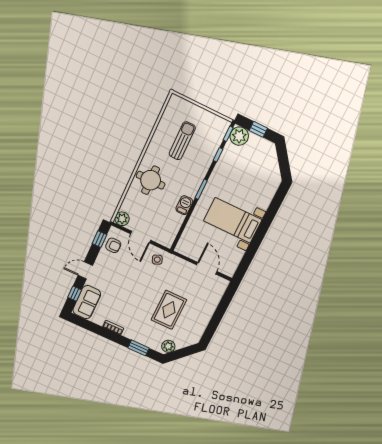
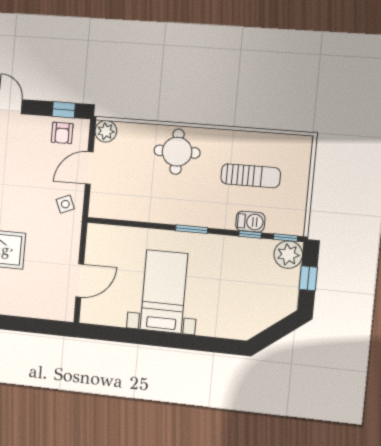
barbecue: (184, 205) -> (250, 222), moved

